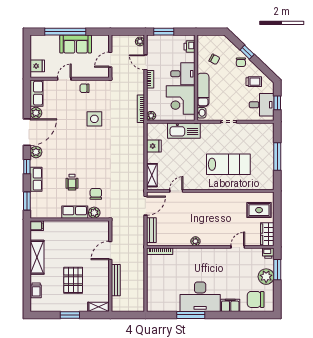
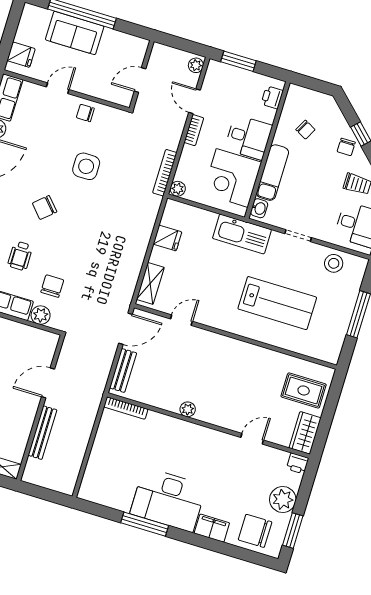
sofa: (76, 44) -> (75, 33), moved
kitchen sink: (184, 131) -> (242, 234), moved
stool: (254, 131) -> (334, 263), added
chair: (78, 150) -> (45, 208), added
window: (277, 270) -> (293, 531), moved

